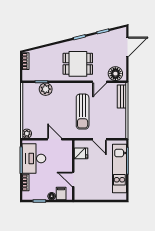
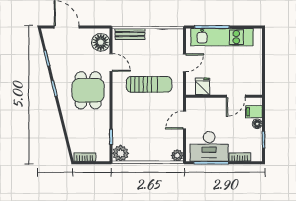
plant: (46, 89) -> (121, 153), moved

